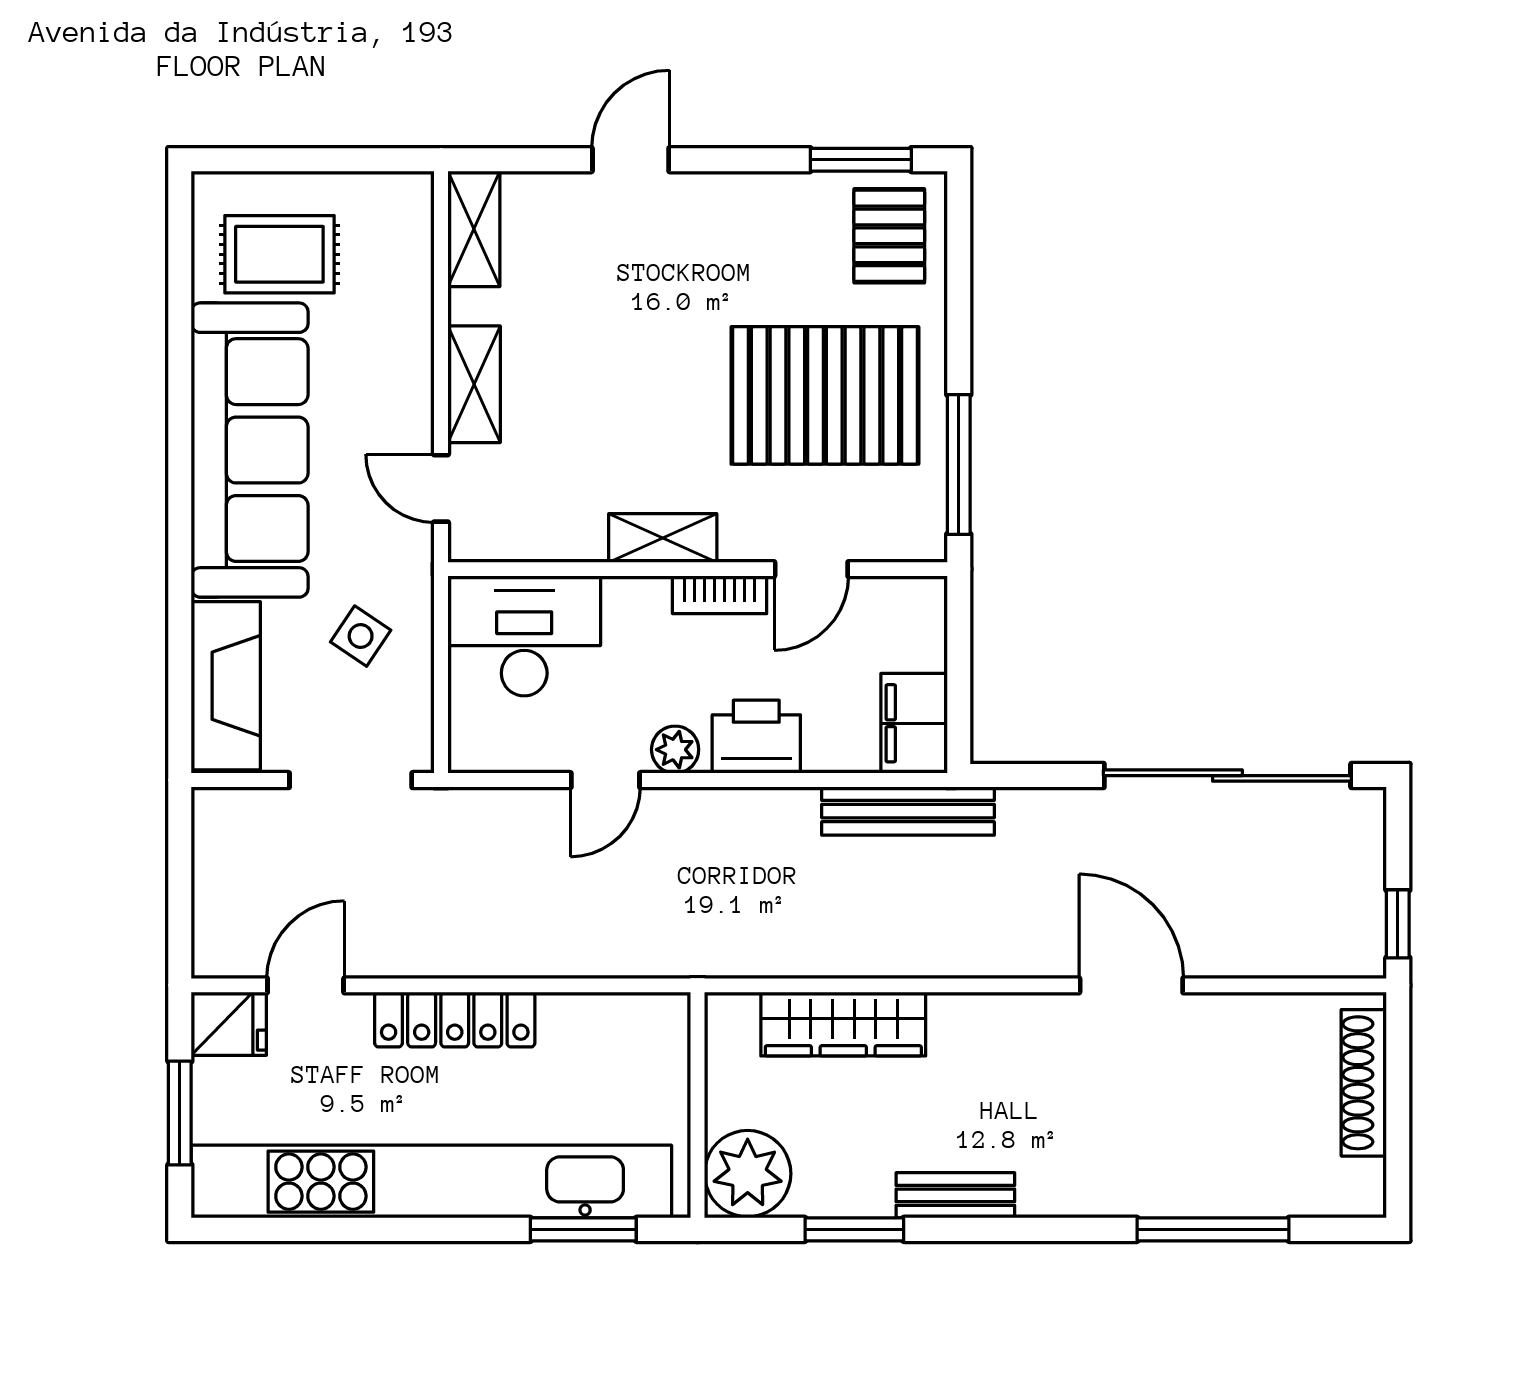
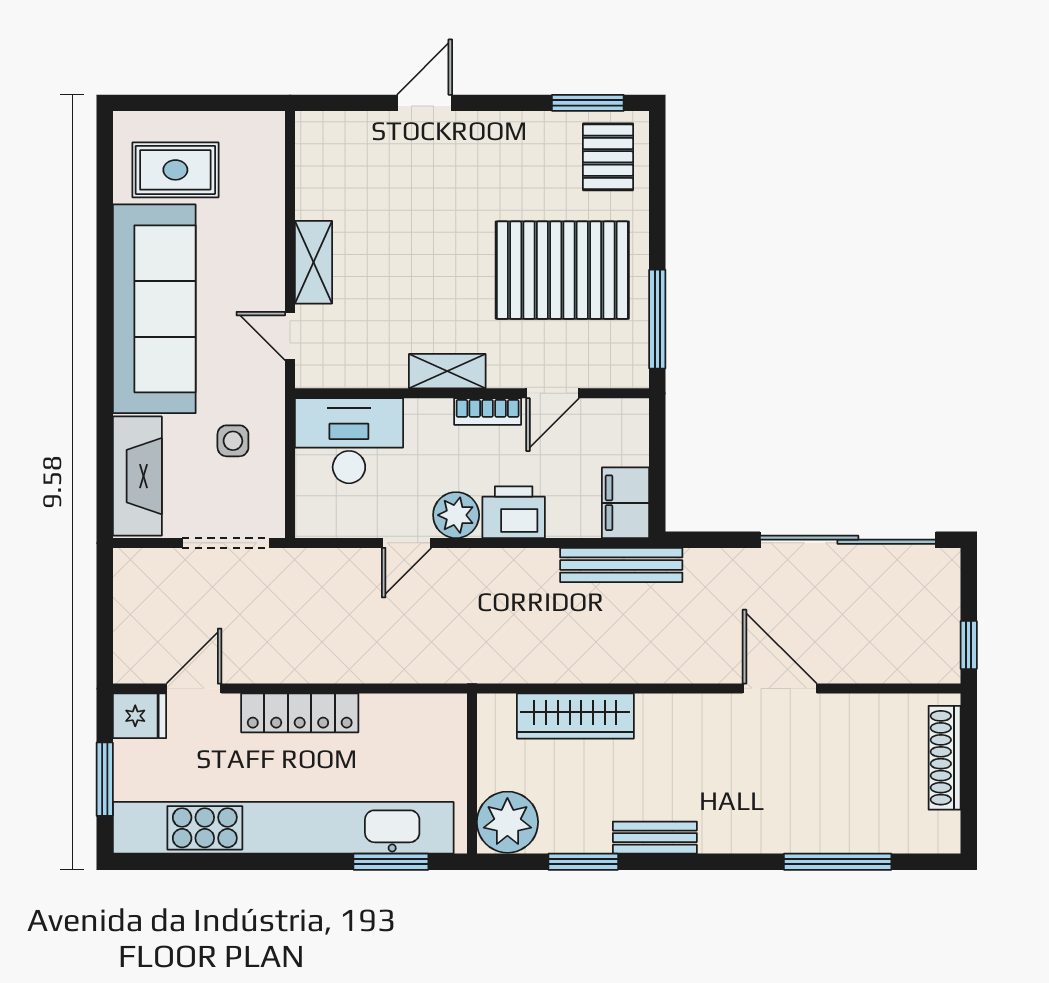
shelving: (474, 229) -> (313, 152), removed
side table: (361, 636) -> (233, 441), turned -34
plant: (675, 750) -> (456, 515), width x1.38, depth x1.38

